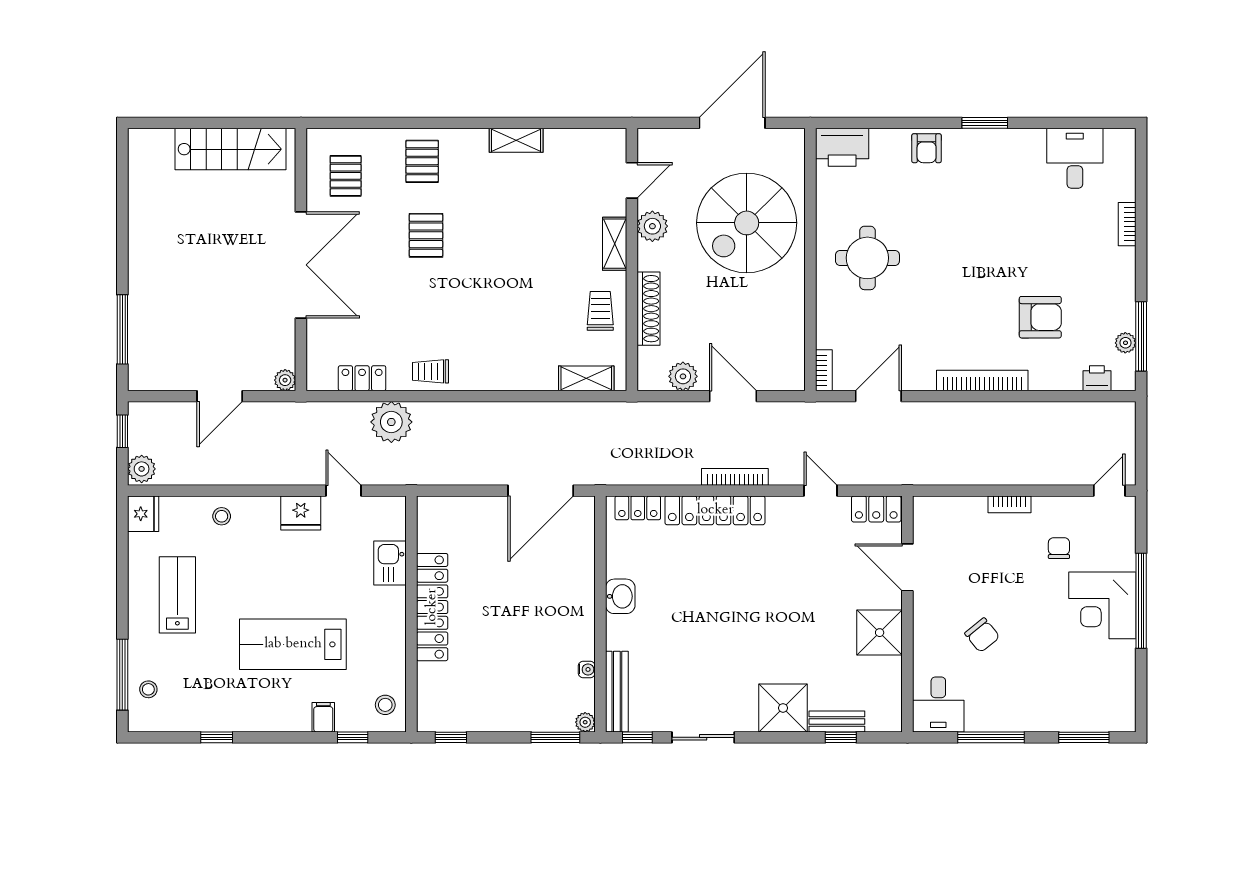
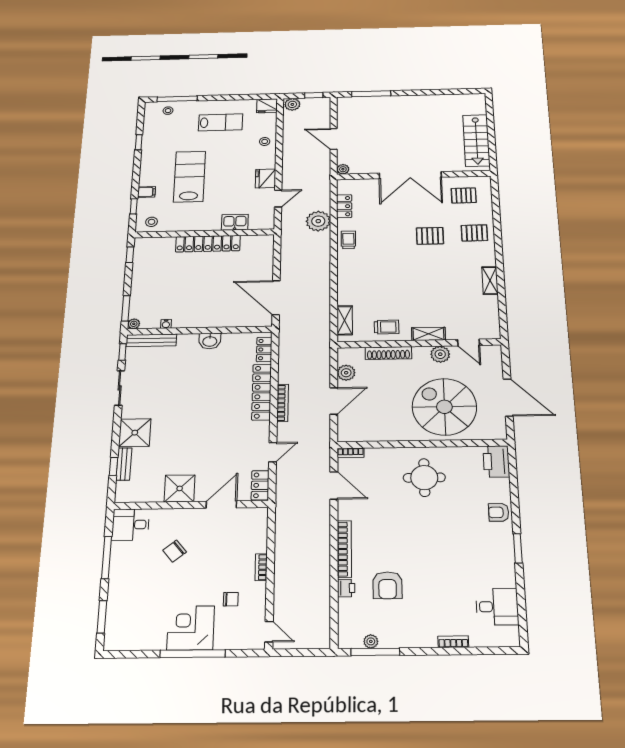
printer: (1097, 378) -> (346, 588), moved

